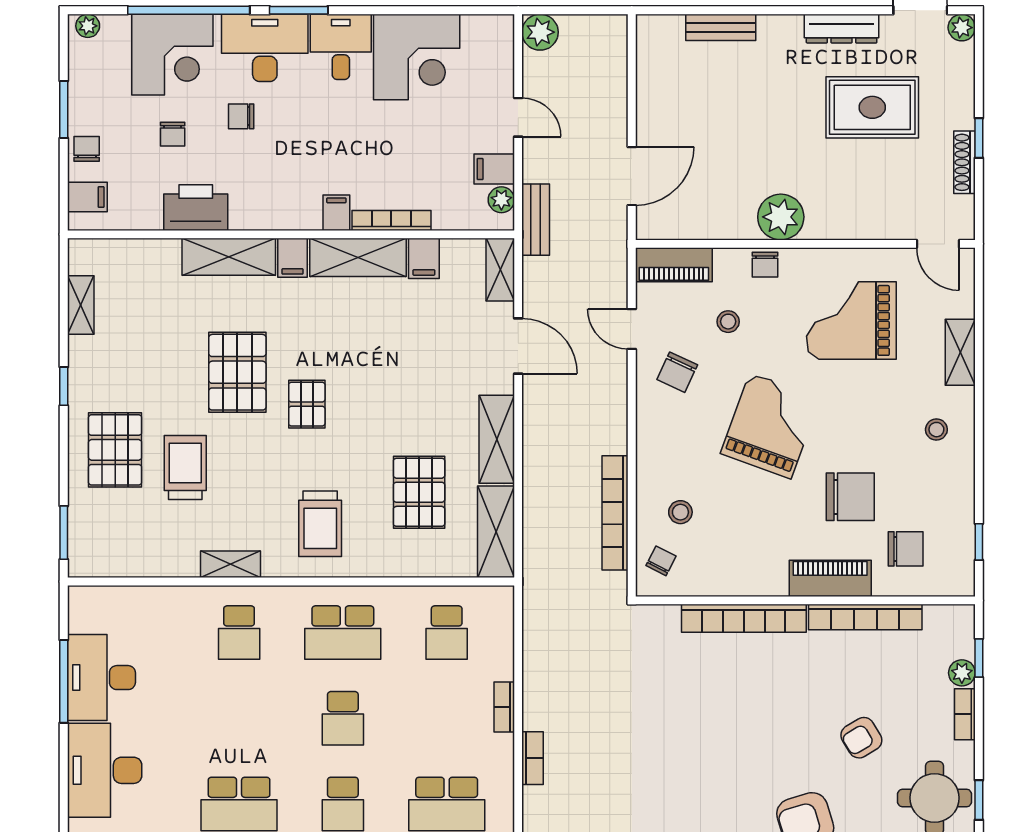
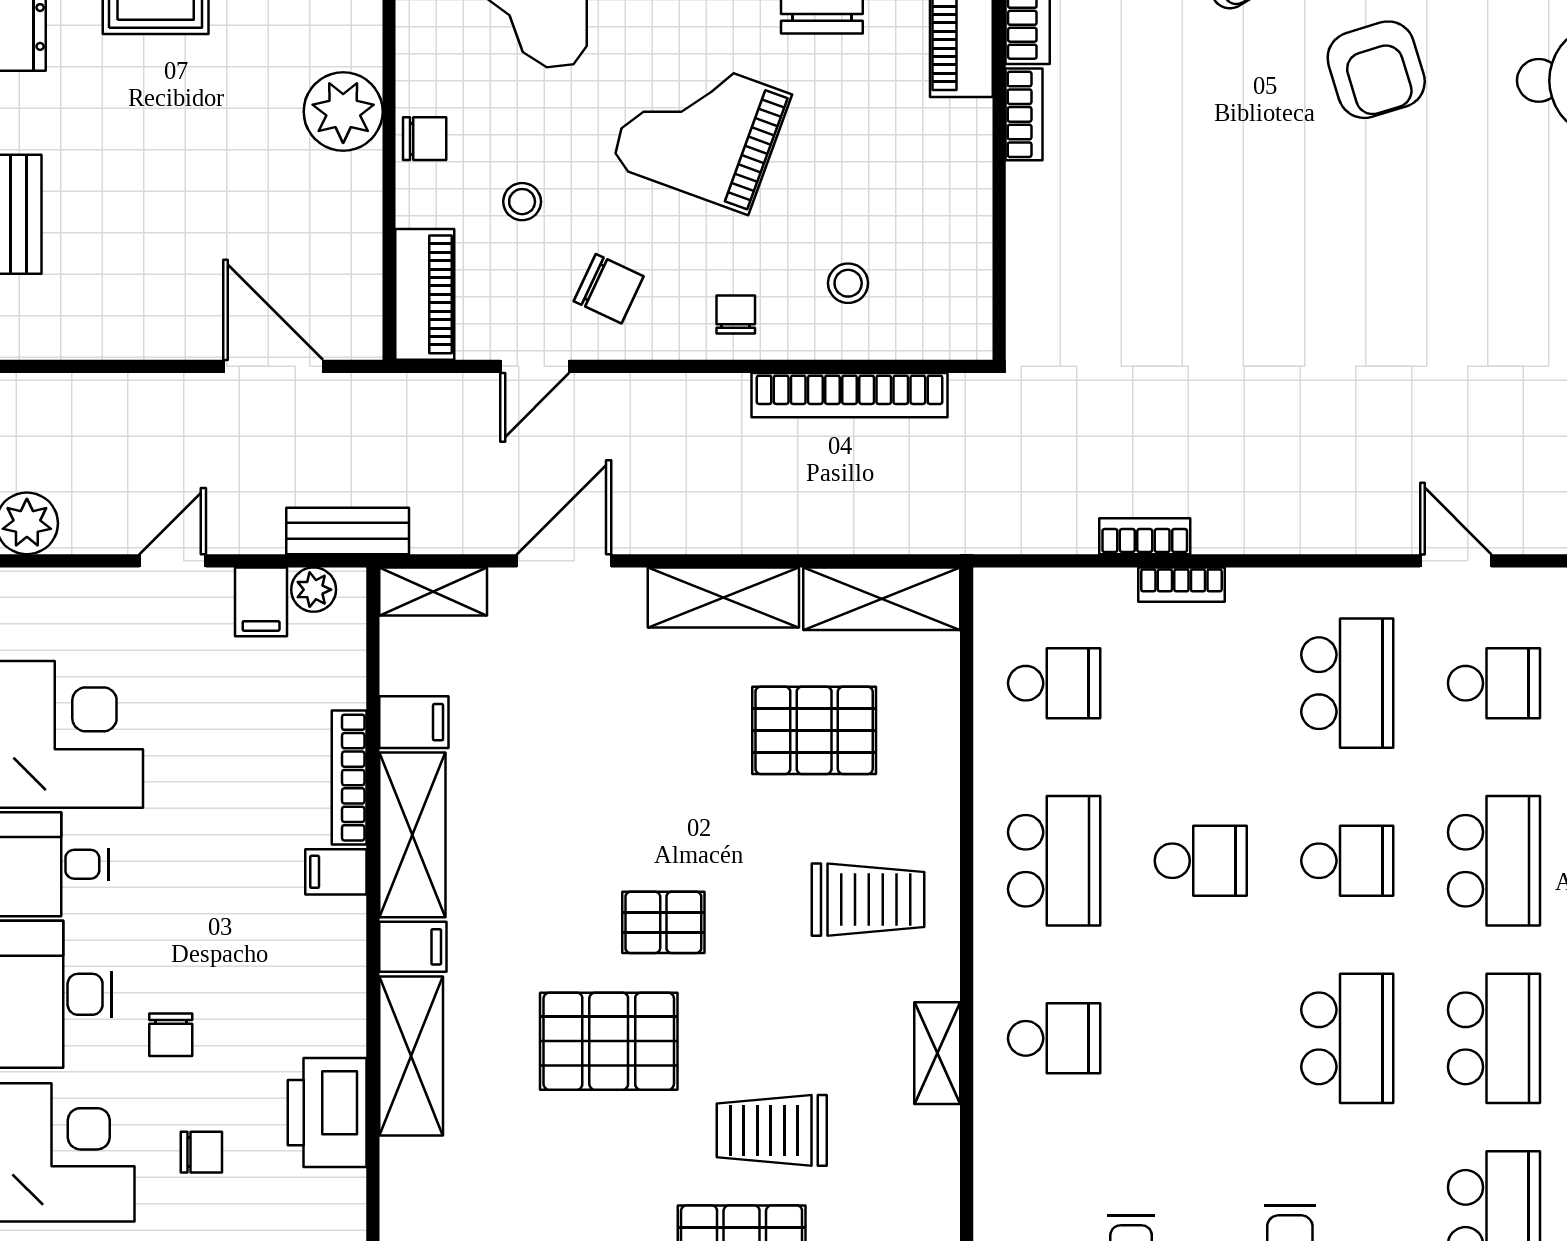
chair: (661, 561) -> (736, 315), moved, turned 63
bookcase: (744, 618) -> (1024, 114), width x0.43, depth x0.76
bookcase: (533, 758) -> (1145, 536), moved

